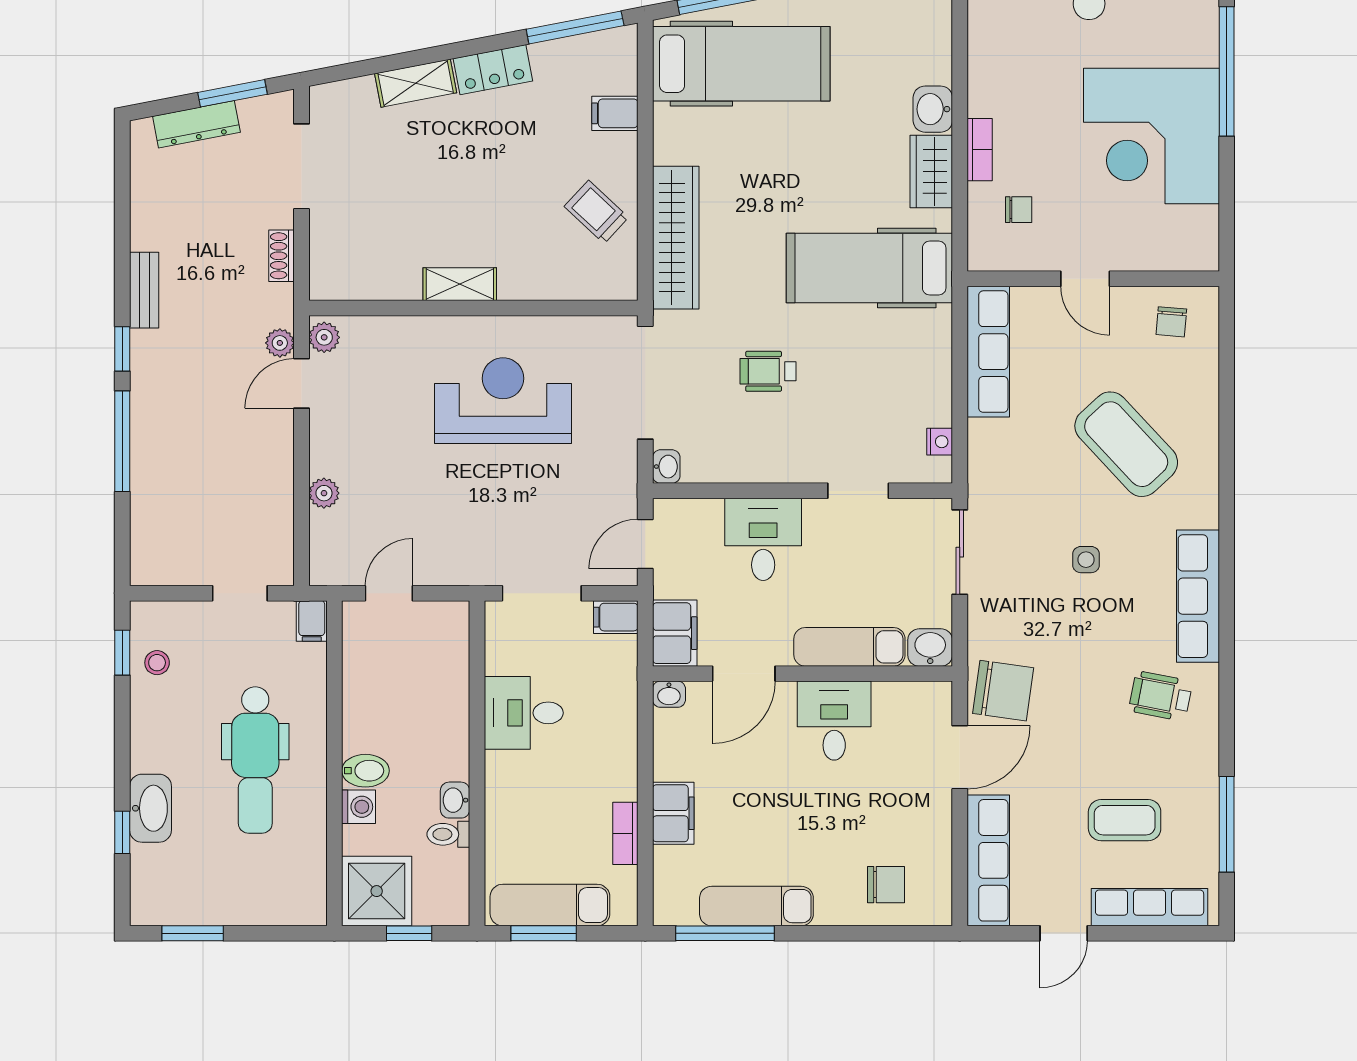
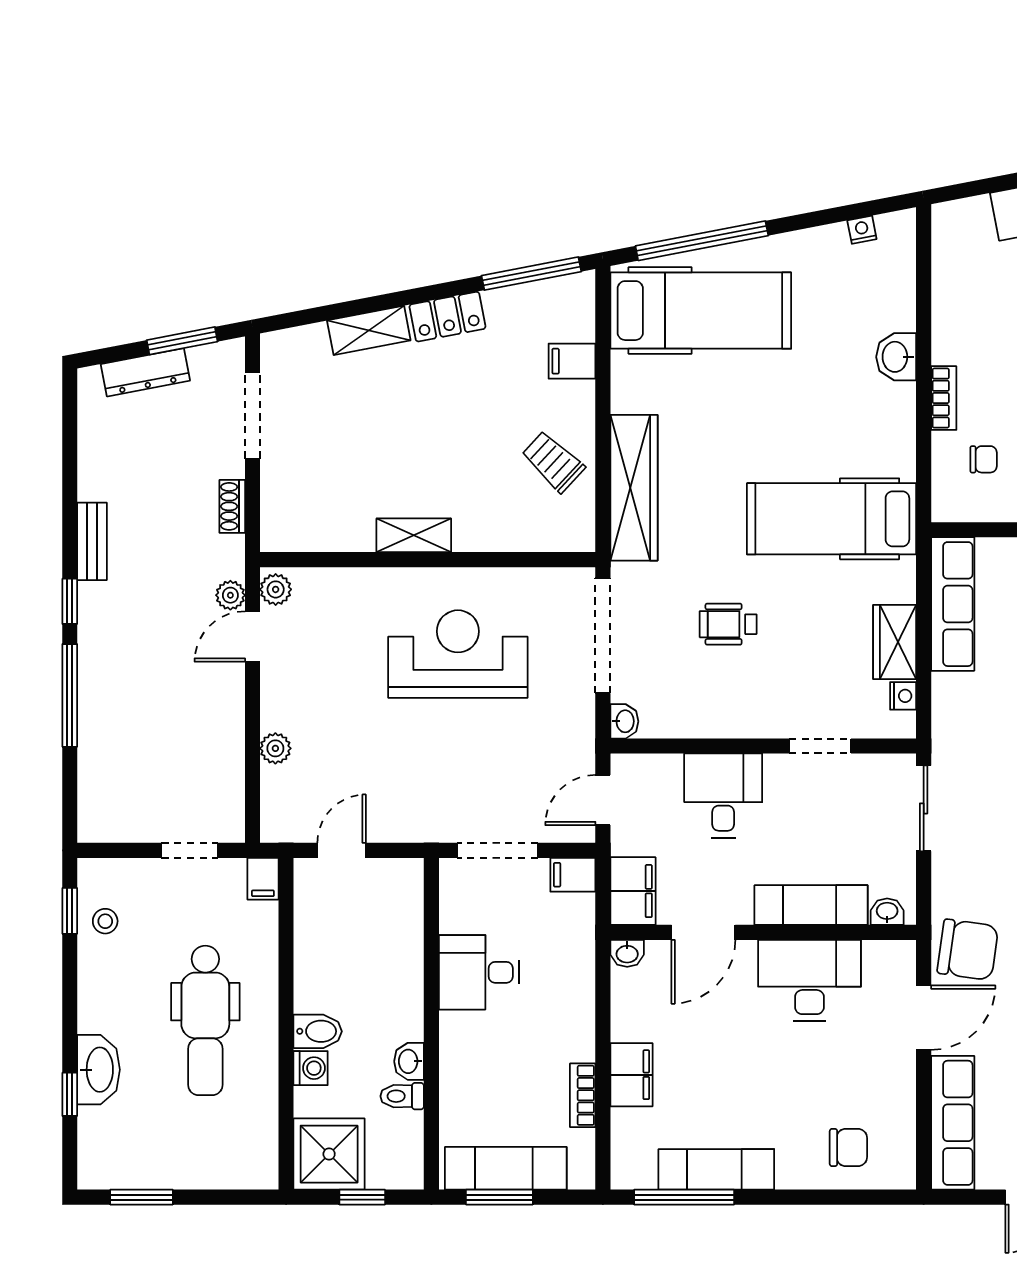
wardrobe: (931, 172) -> (895, 642), moved
washbasin: (930, 648) -> (887, 912), width x0.72, depth x0.69
desk: (834, 721) -> (809, 980), width x1.37

